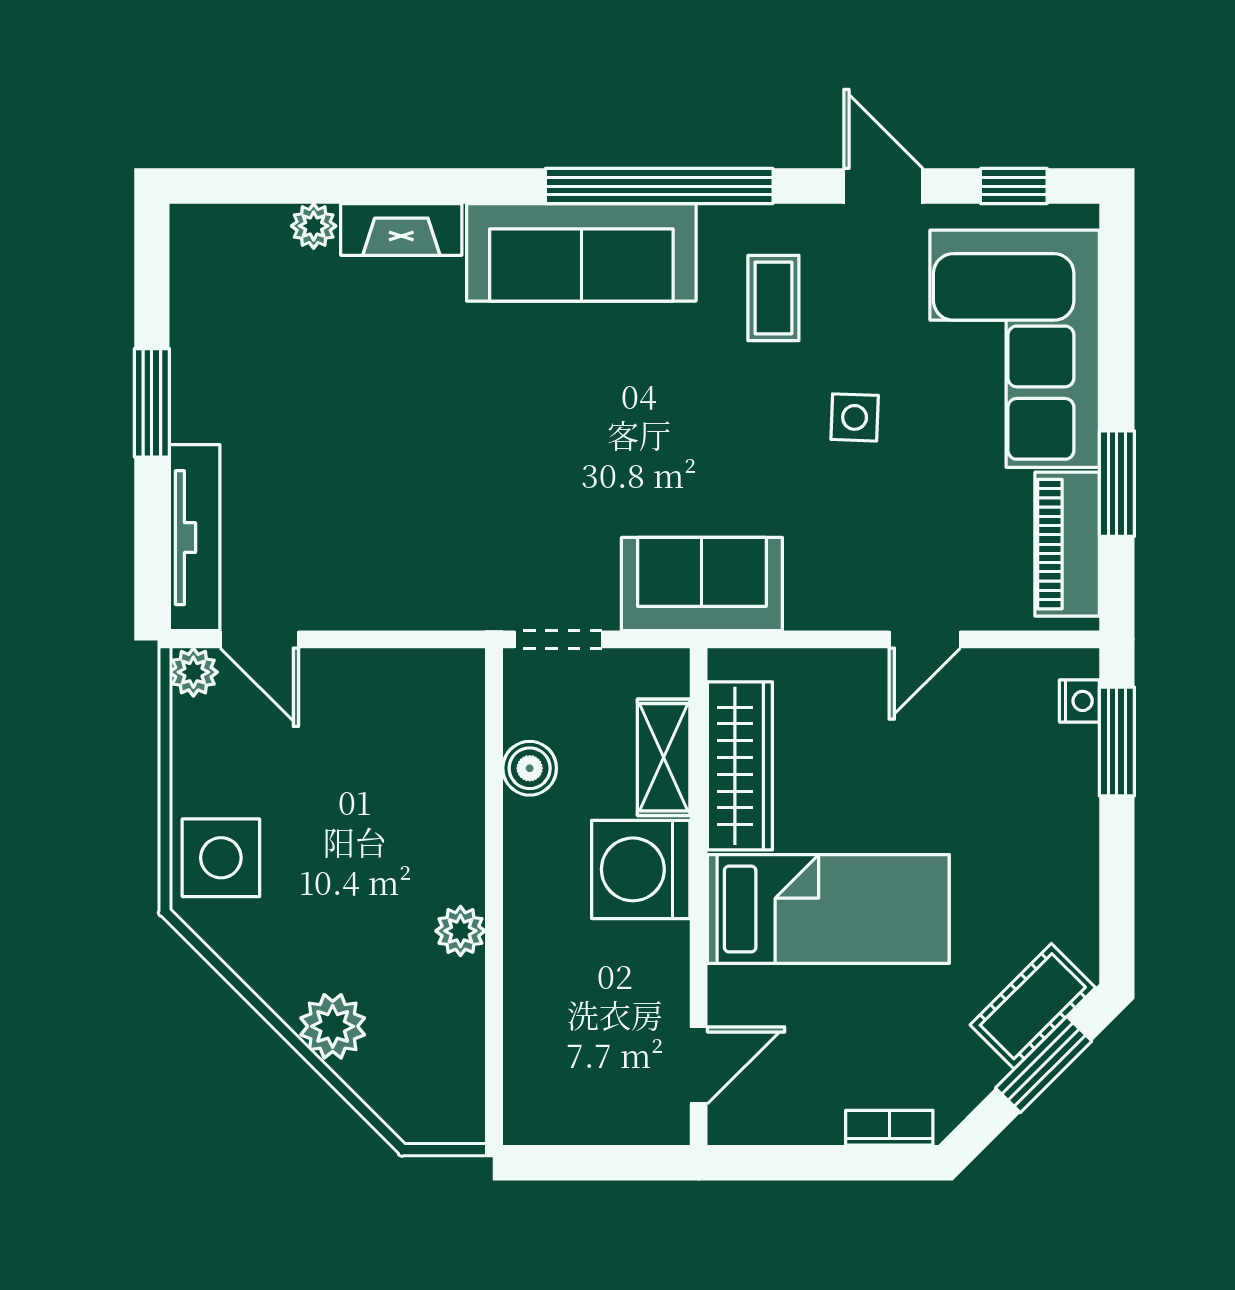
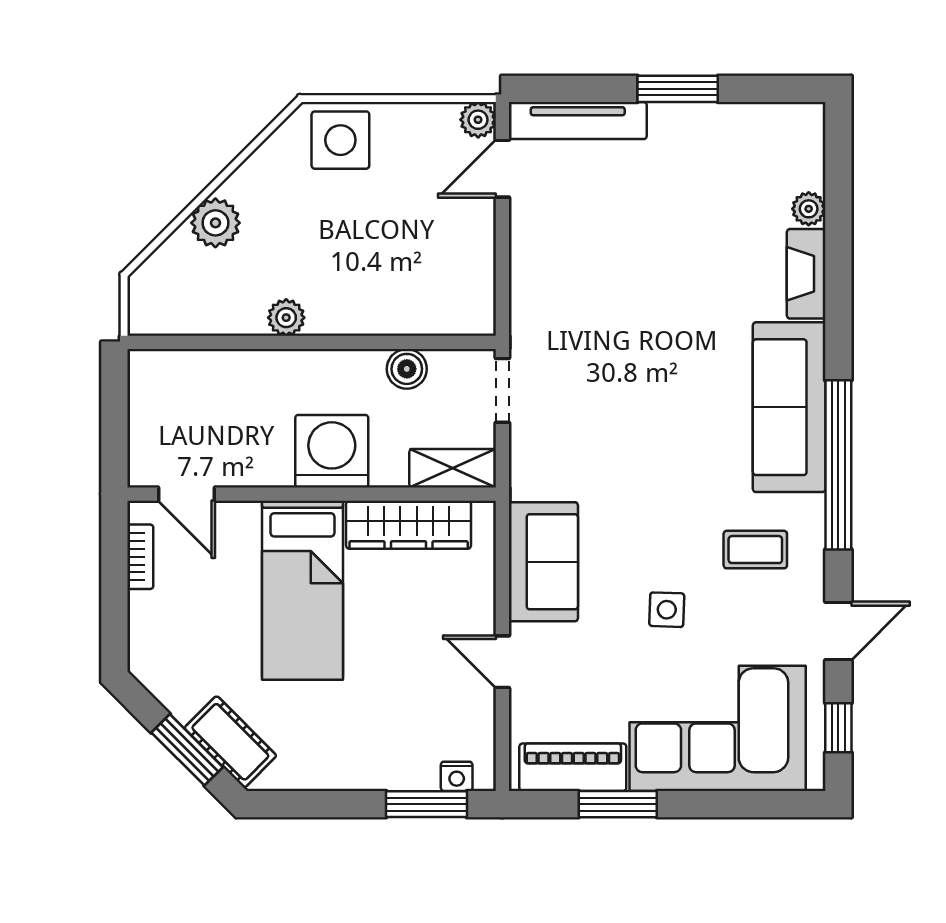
sofa: (702, 584) -> (543, 562), moved
shelving: (664, 757) -> (453, 468), moved
bookcase: (889, 1128) -> (140, 557), moved

